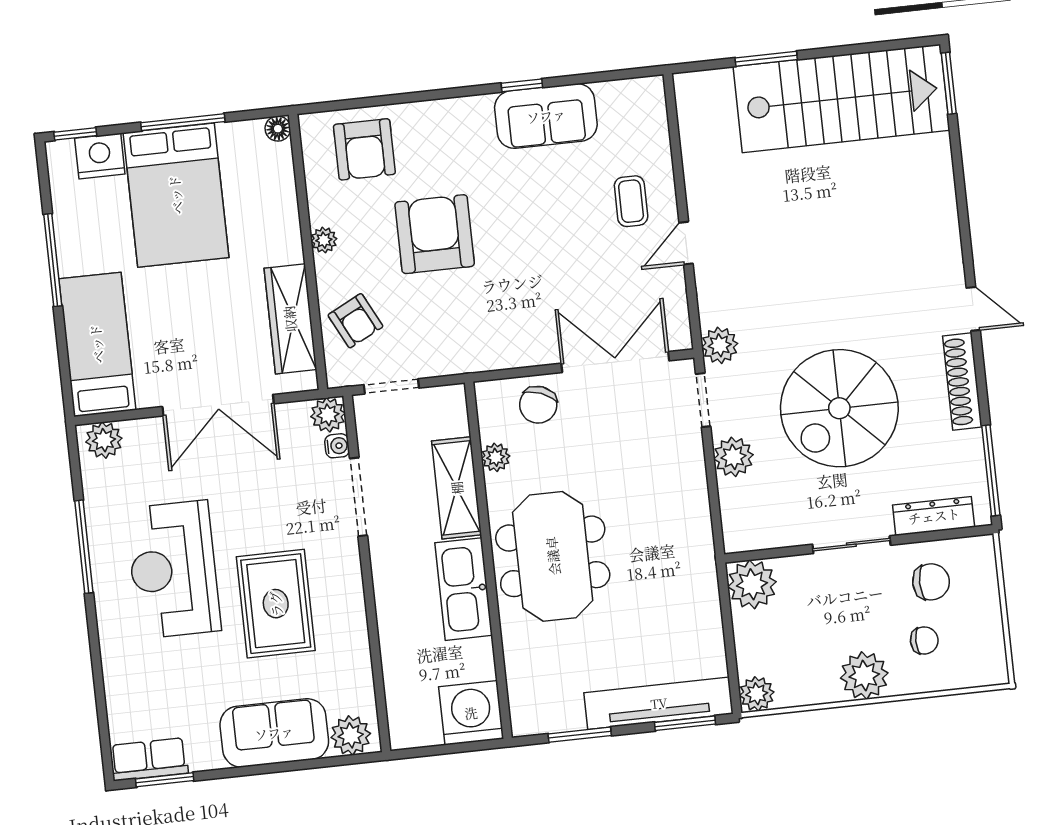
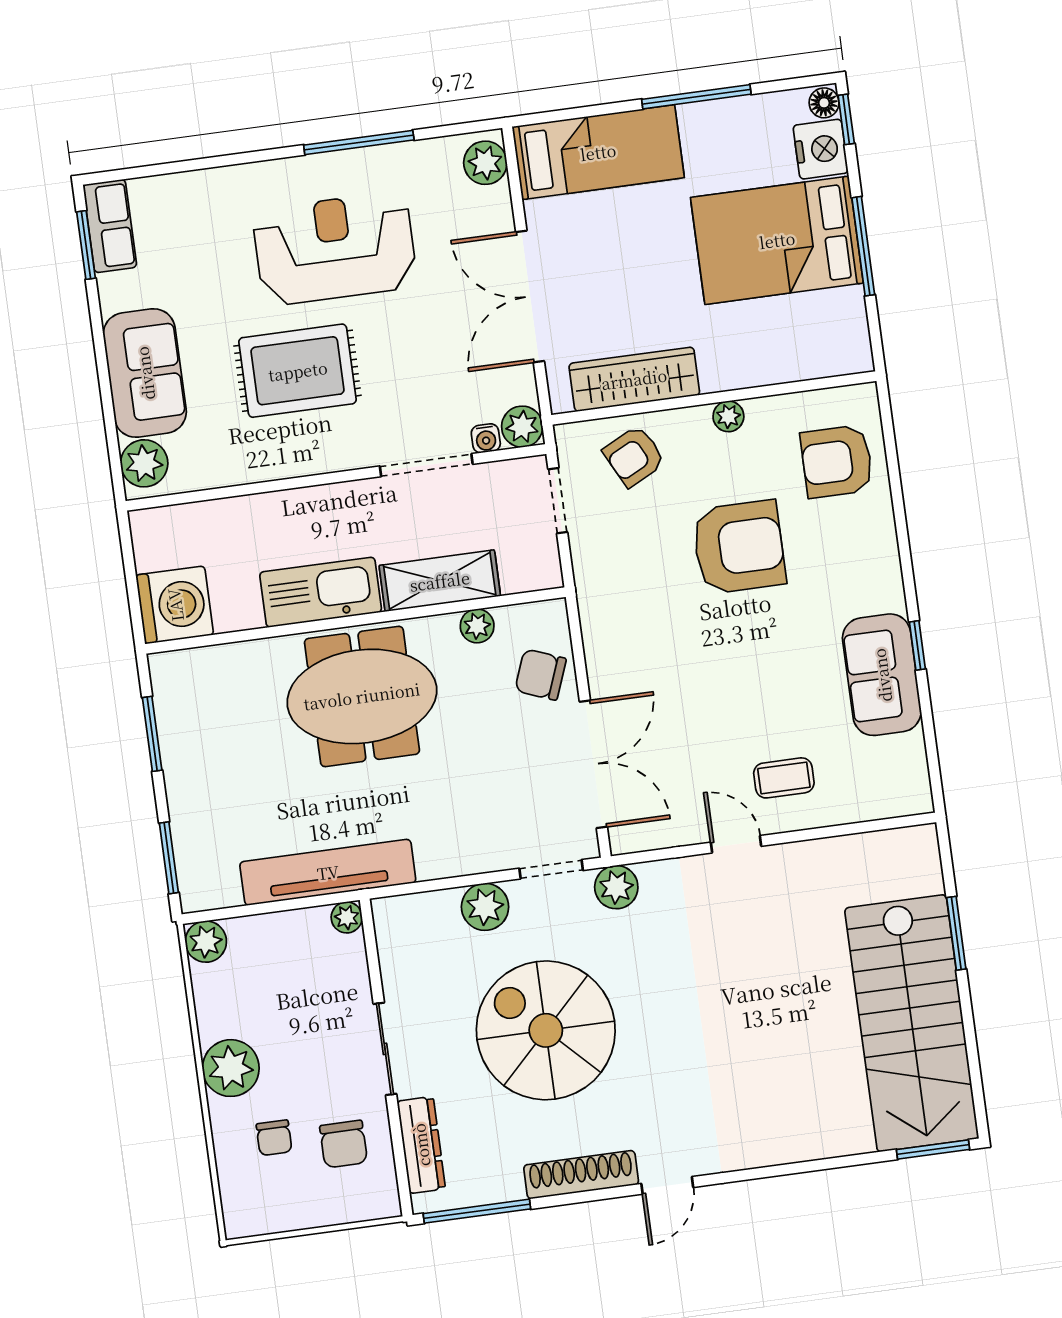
floor lamp: (278, 129) -> (824, 103), moved
plant: (752, 584) -> (347, 917), width x0.53, depth x0.53
tv unit: (659, 703) -> (328, 872), moved, turned -90

